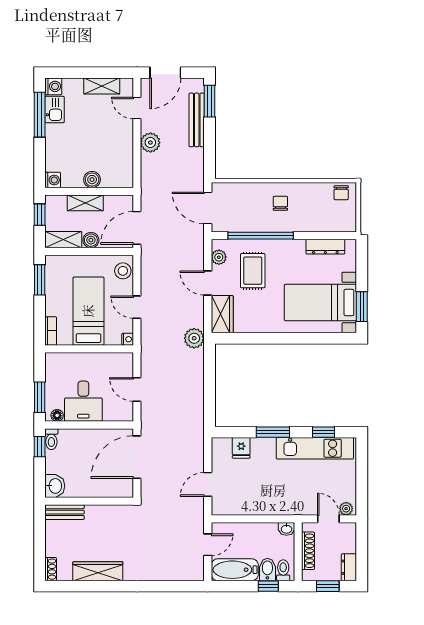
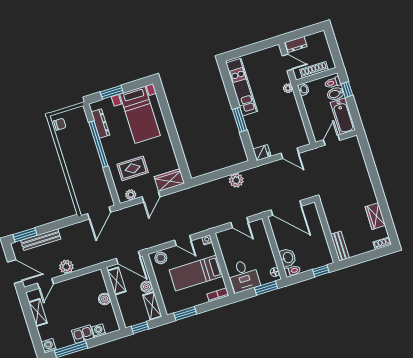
kitchen sink: (55, 109) -> (83, 334), moved
washing machine: (53, 180) -> (99, 331), moved
shelving: (85, 203) -> (117, 281), moved
chair: (280, 203) -> (80, 164), removed
window: (261, 236) -> (98, 144), moved
door: (137, 307) -> (183, 240), hinge flipped
window: (362, 307) -> (112, 92), moved
plant: (194, 338) -> (236, 180), moved
door: (137, 389) -> (240, 223), hinge flipped
desk: (83, 401) -> (244, 276), moved, turned 90
window: (324, 432) -> (229, 85), removed
window: (40, 447) -> (321, 271), moved
fridge: (241, 448) -> (262, 153), moved
washbasin: (55, 486) -> (288, 258), moved, turned 90
plant: (346, 509) -> (288, 88), moved
door: (328, 519) -> (287, 63), swing flipped
door: (208, 545) -> (332, 140), hinge flipped
dresser: (349, 567) -> (296, 44), moved
wardrobe: (98, 571) -> (375, 216), width x0.67
window: (328, 586) -> (334, 48), removed

